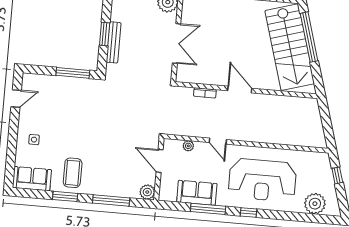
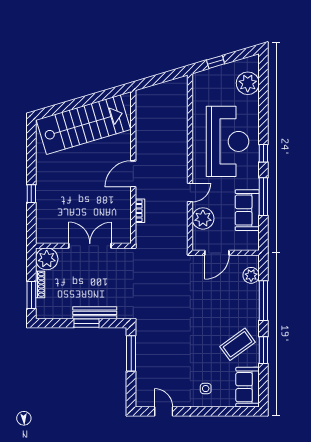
window: (309, 37) -> (71, 105), removed
plant: (188, 146) -> (203, 218), width x1.88, depth x1.88
coffee table: (73, 173) -> (237, 344), turned -36
plant: (147, 192) -> (251, 275), moved

